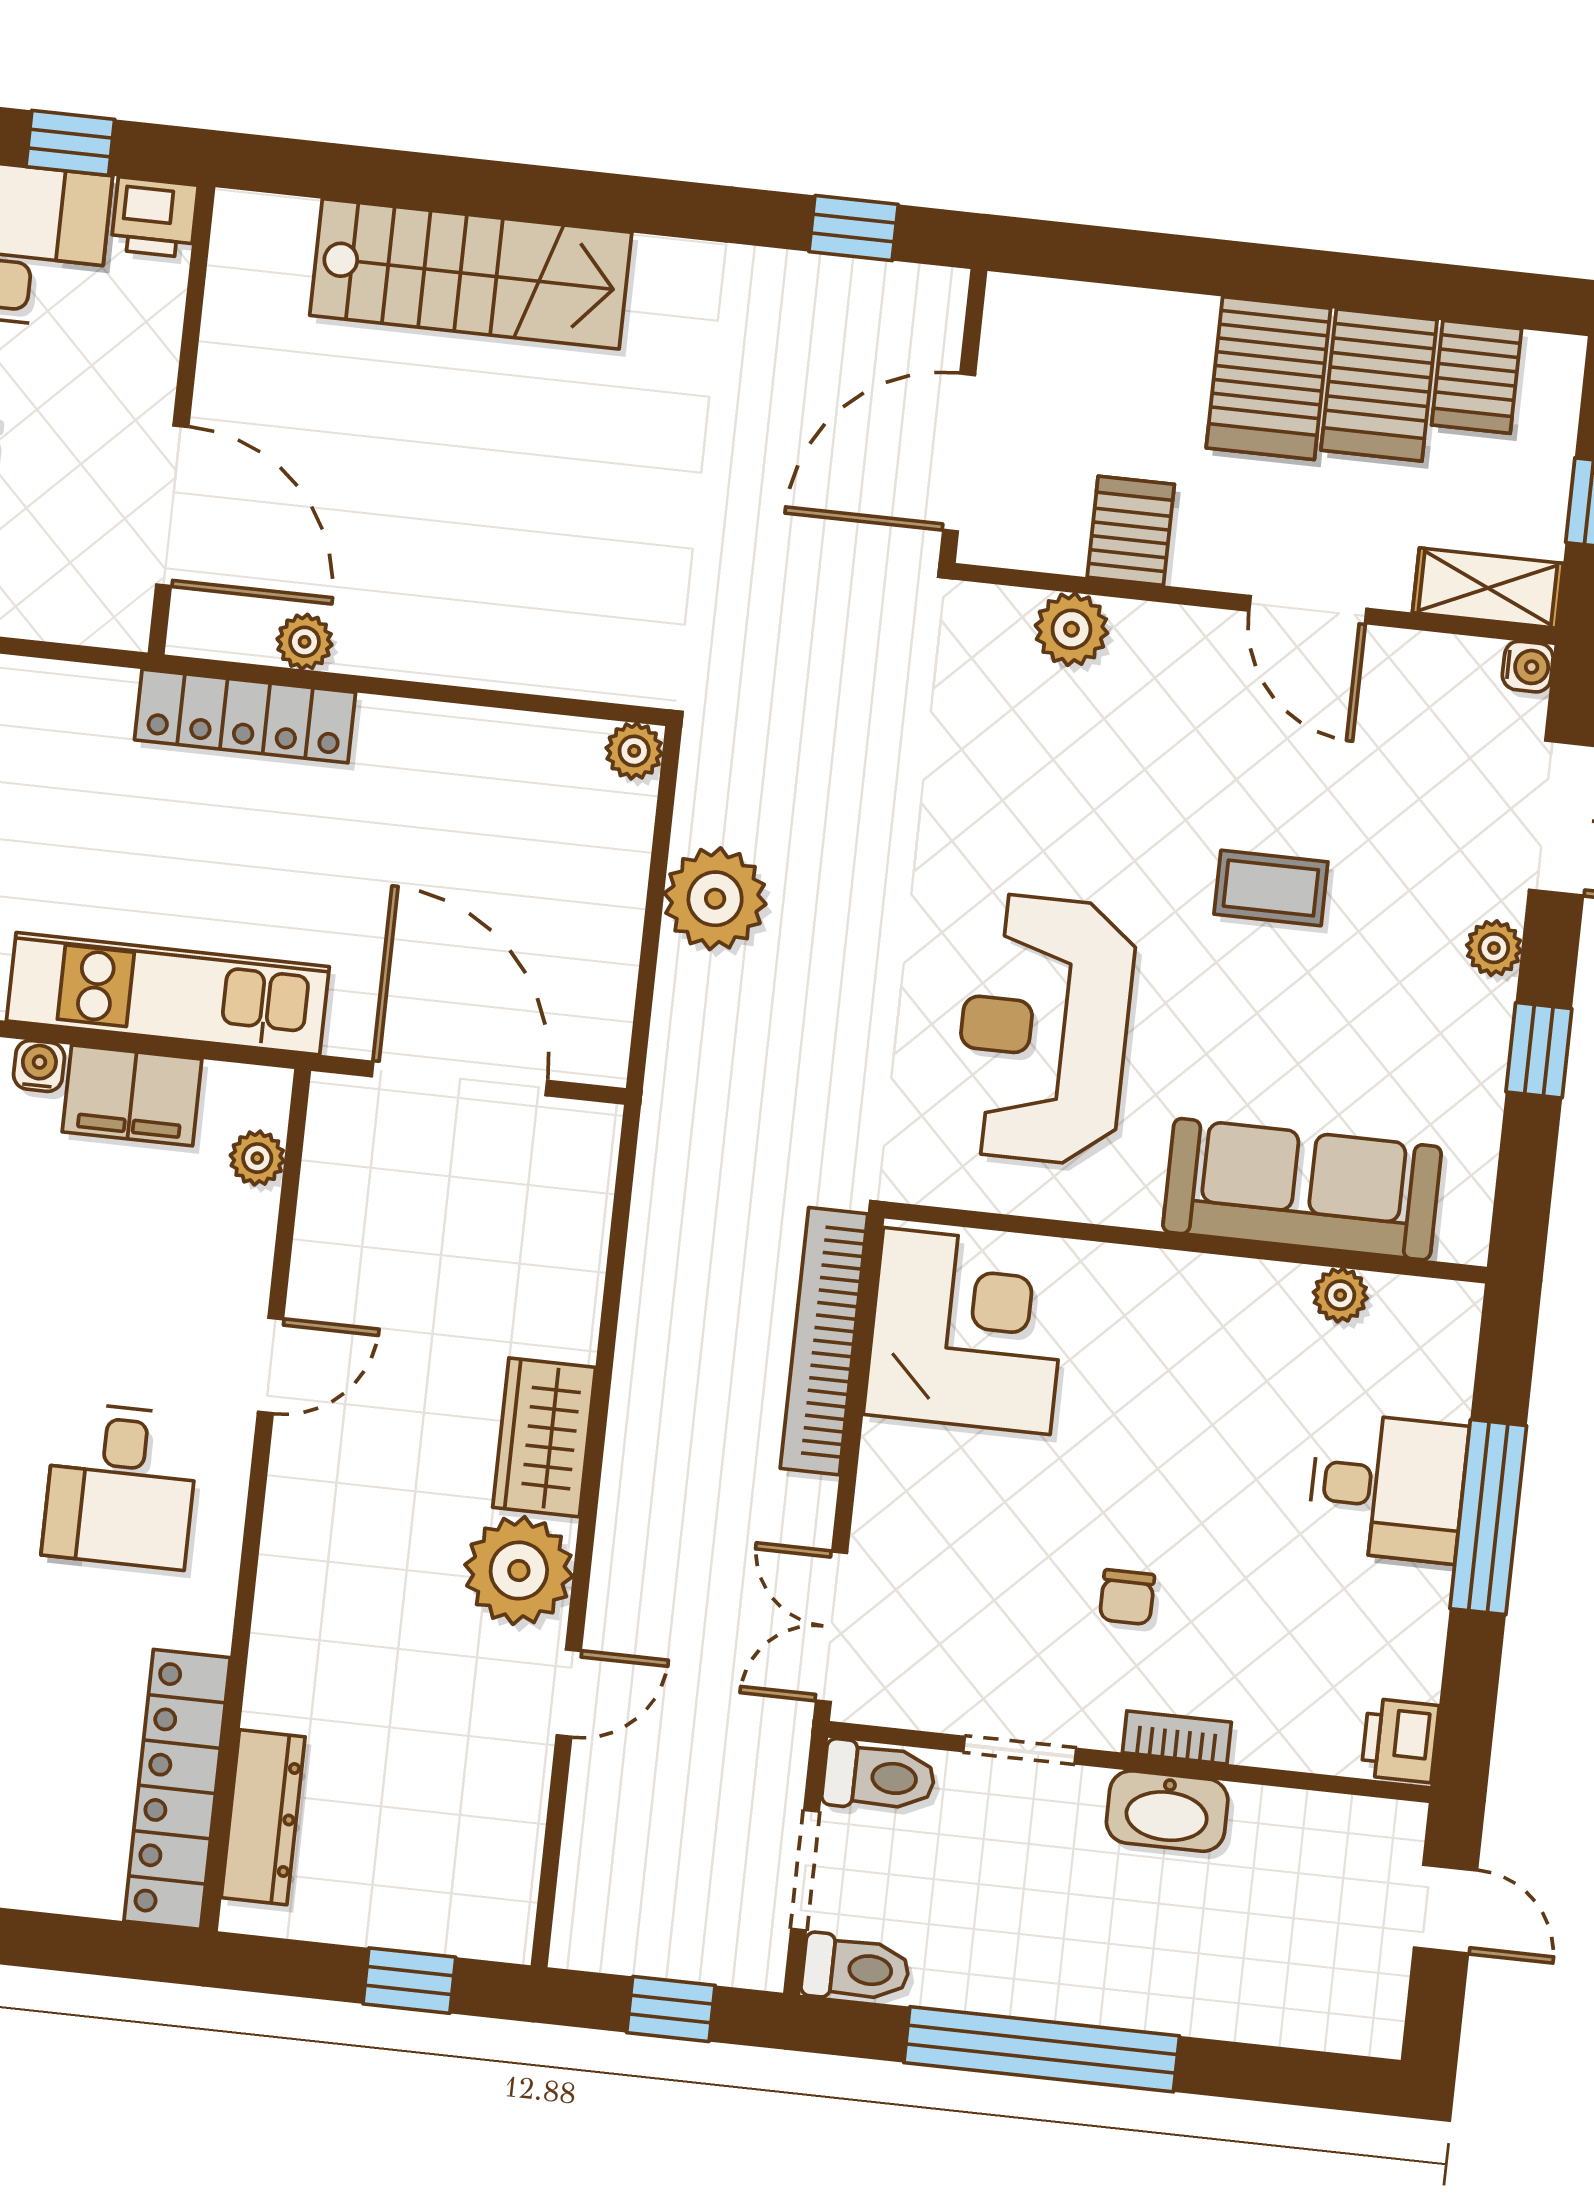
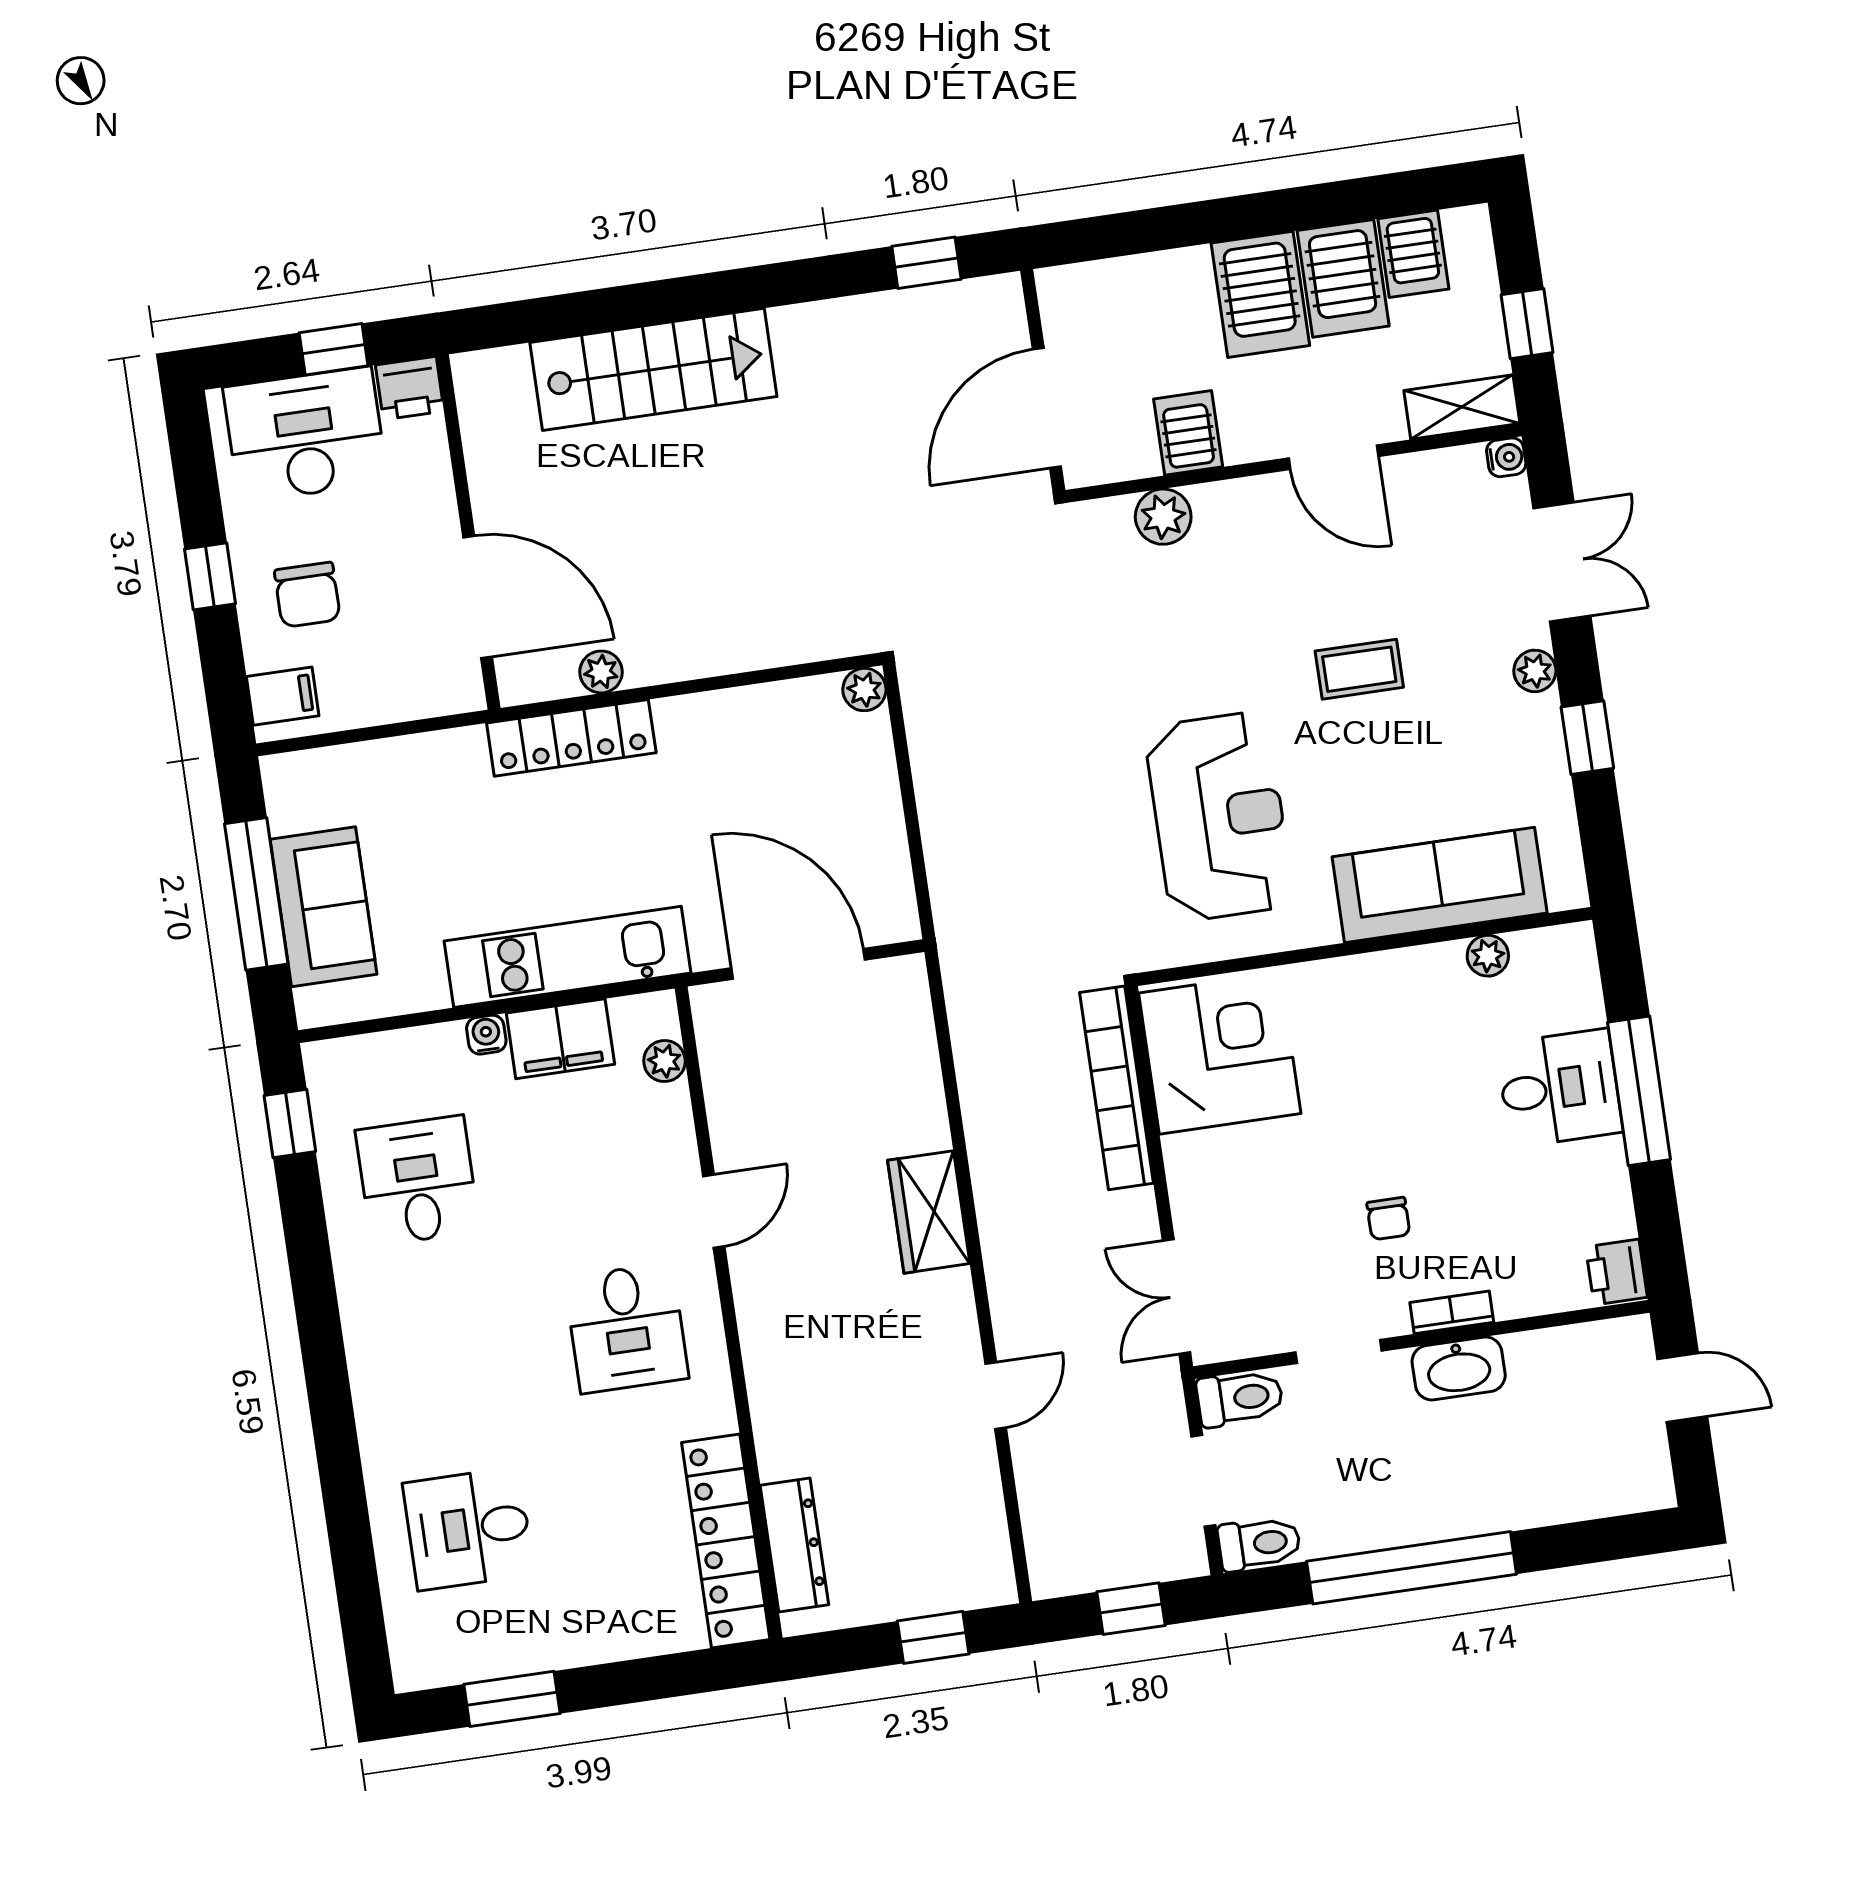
plant: (715, 899) -> (952, 783), removed
reception desk: (1044, 1030) -> (1219, 817), turned 180
plant: (519, 1571) -> (936, 1315), removed

